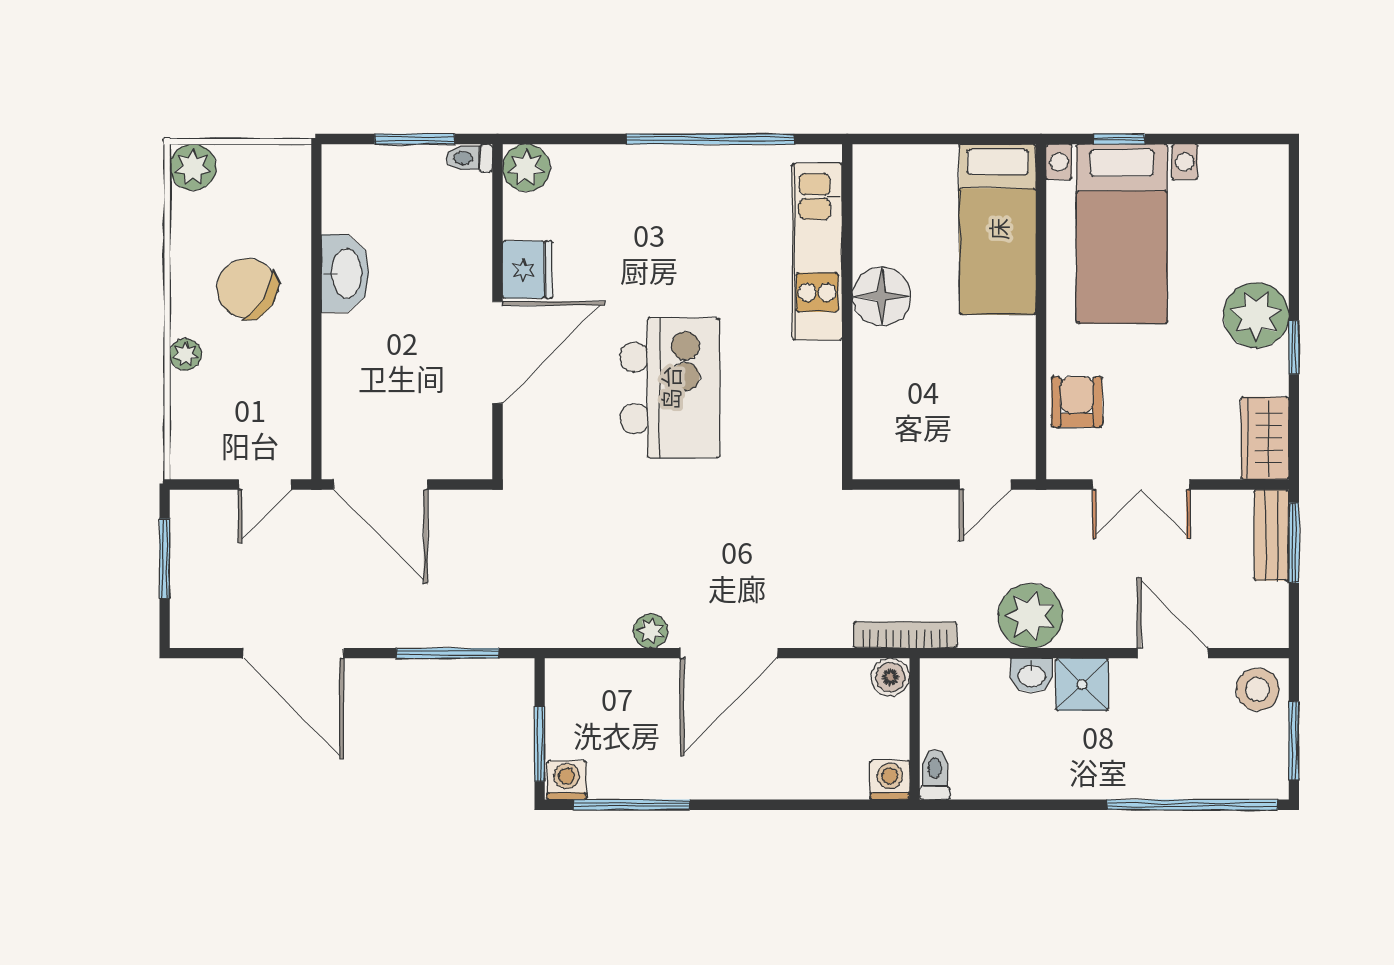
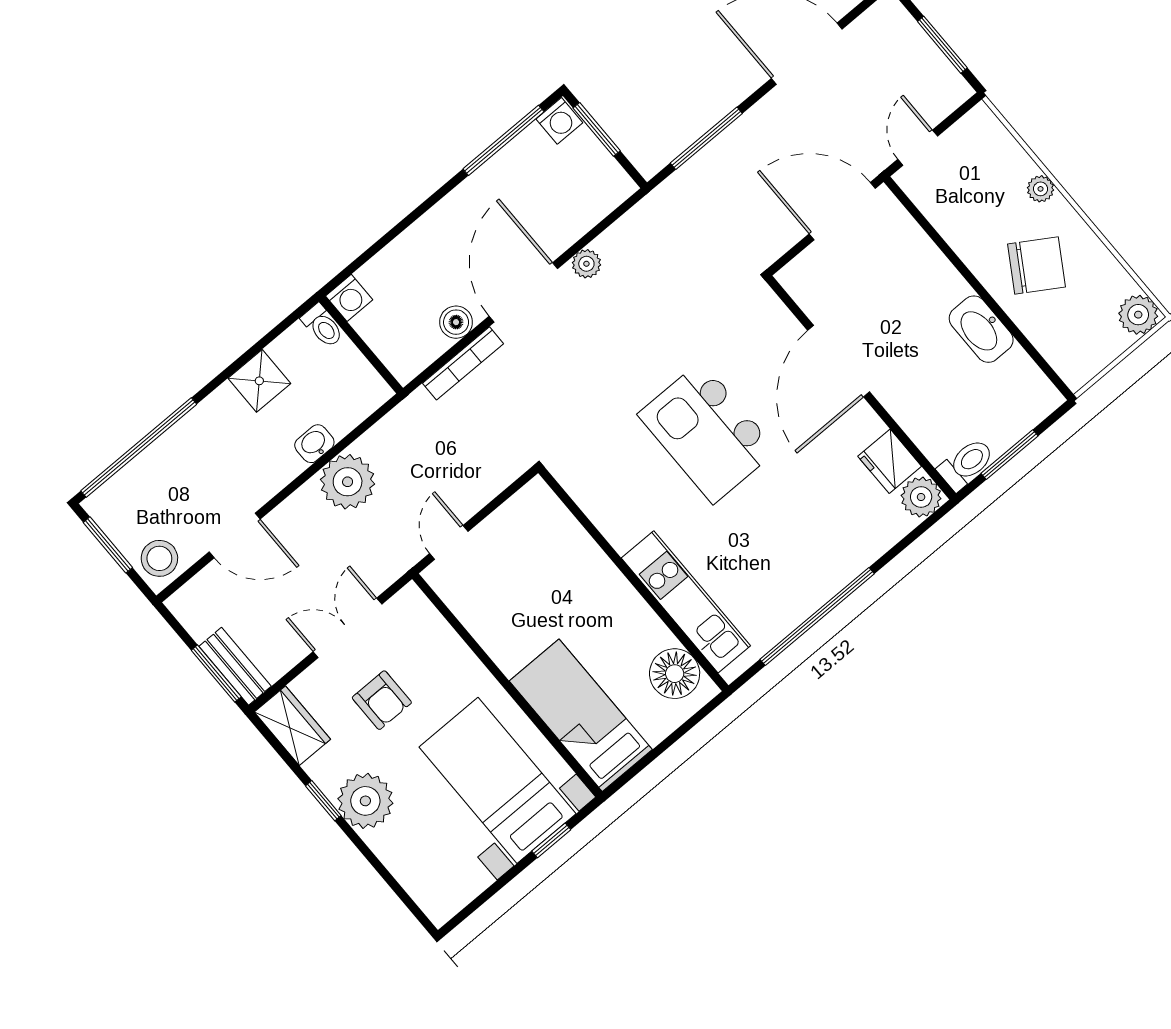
toilet: (470, 158) -> (966, 464), width x1.37, depth x1.39
fridge: (527, 270) -> (890, 461), moved
floor lamp: (882, 296) -> (675, 674), moved
armchair: (1077, 402) -> (382, 700), moved
bookcase: (905, 635) -> (463, 363), moved
boiler: (890, 677) -> (456, 322), moved
shower: (1082, 684) -> (259, 381), moved

